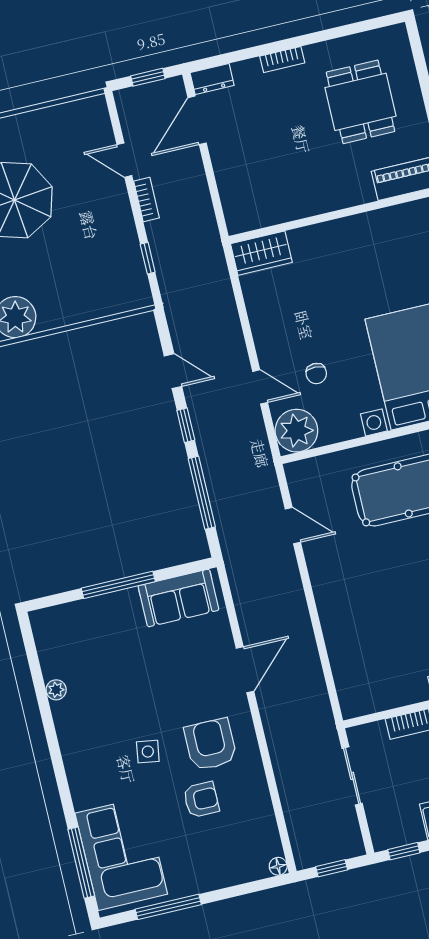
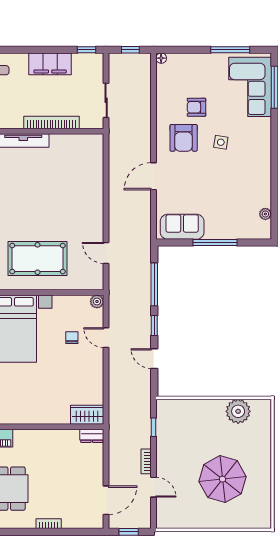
dresser: (212, 79) -> (92, 436), moved, turned 180
plant: (296, 431) -> (97, 301), width x0.53, depth x0.53
plant: (56, 690) -> (265, 214), moved

